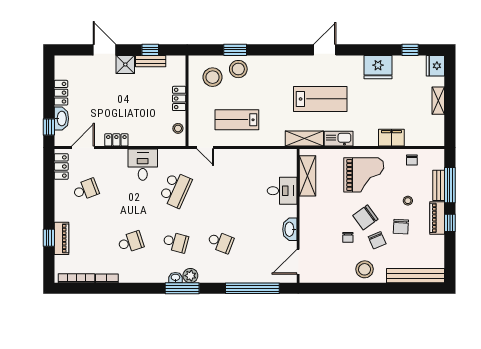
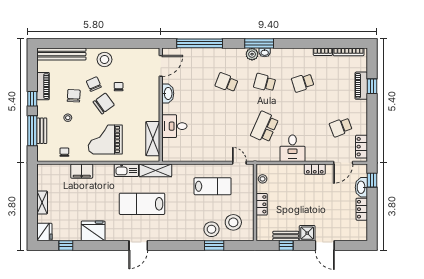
piano: (437, 218) -> (43, 86), moved

